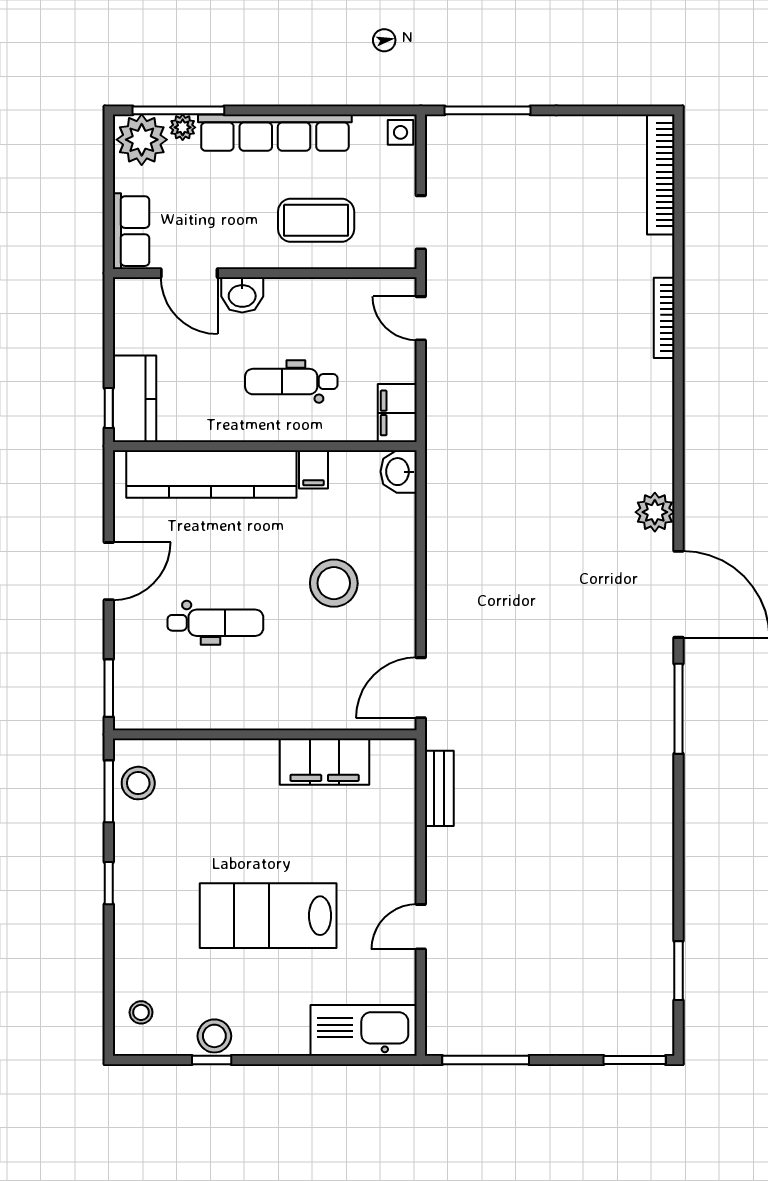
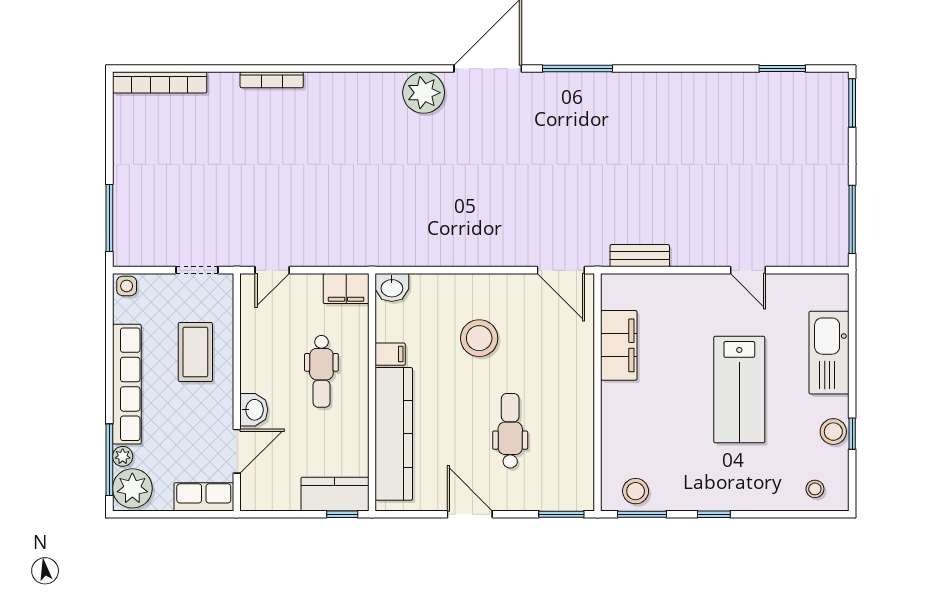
plant: (655, 512) -> (424, 93), width x1.36, depth x1.36
kitchen sink: (364, 1030) -> (829, 353), moved

